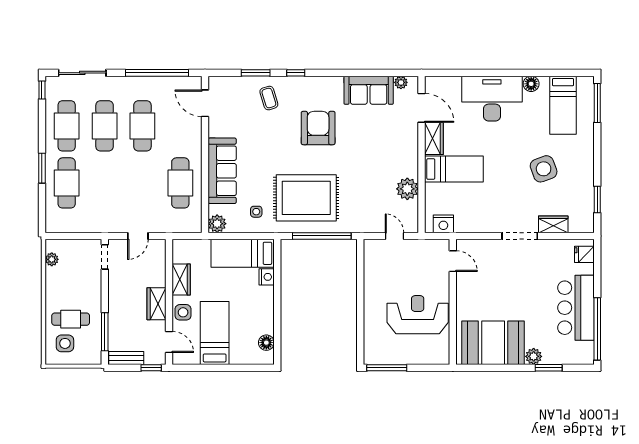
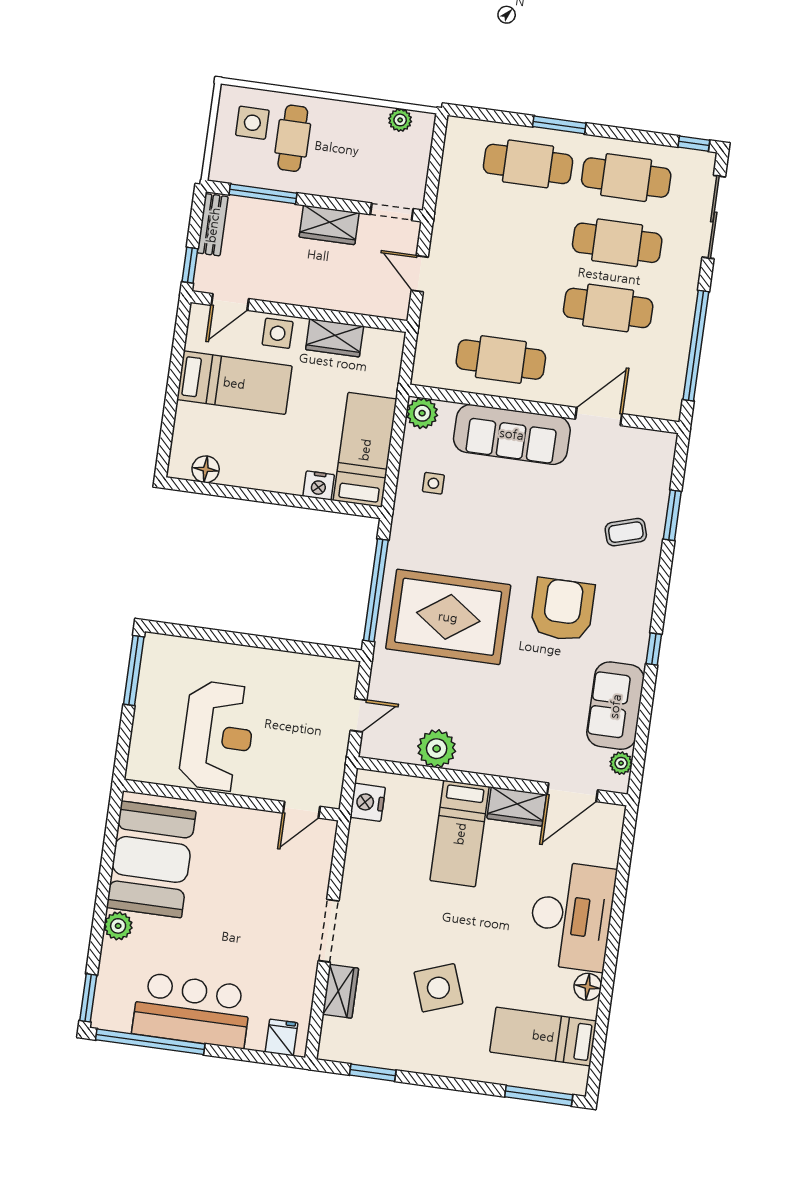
window: (296, 73) -> (654, 649), moved
door: (205, 103) -> (599, 416), moved
armchair: (318, 128) -> (563, 610), turned -90
rug: (306, 198) -> (448, 617), moved, turned 90
wardrobe: (156, 304) -> (329, 225), moved, turned 180
window: (549, 368) -> (88, 998), moved

